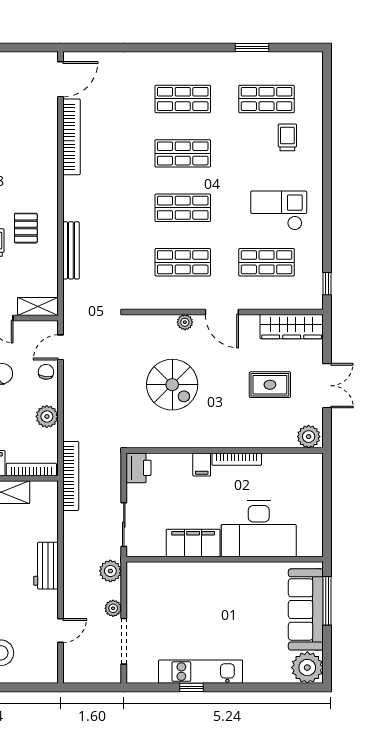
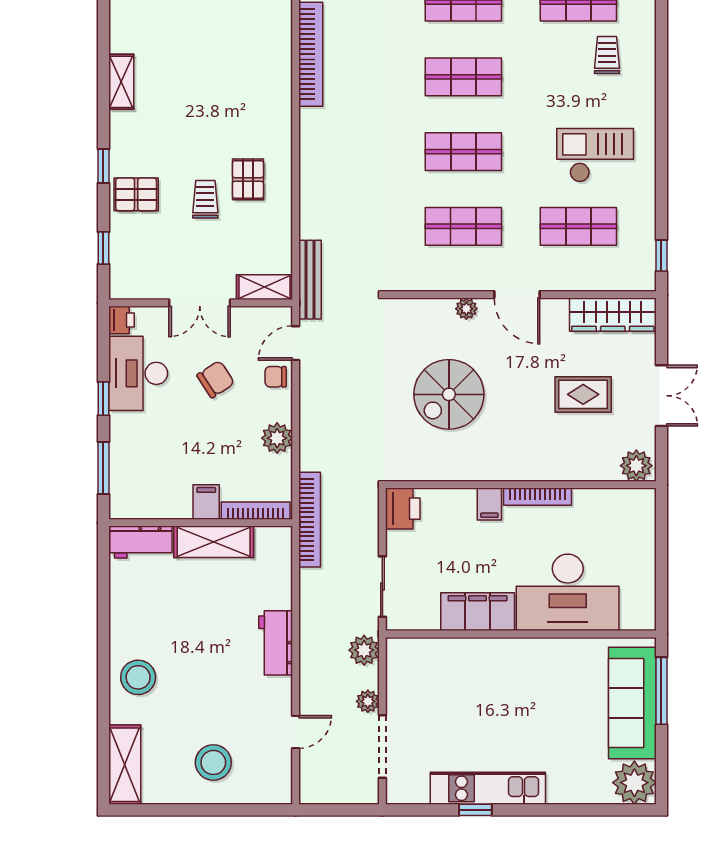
bench: (71, 250) -> (310, 280), moved
chair: (46, 372) -> (276, 377), turned -96
spiral stairs: (172, 385) -> (449, 394), turned 90

